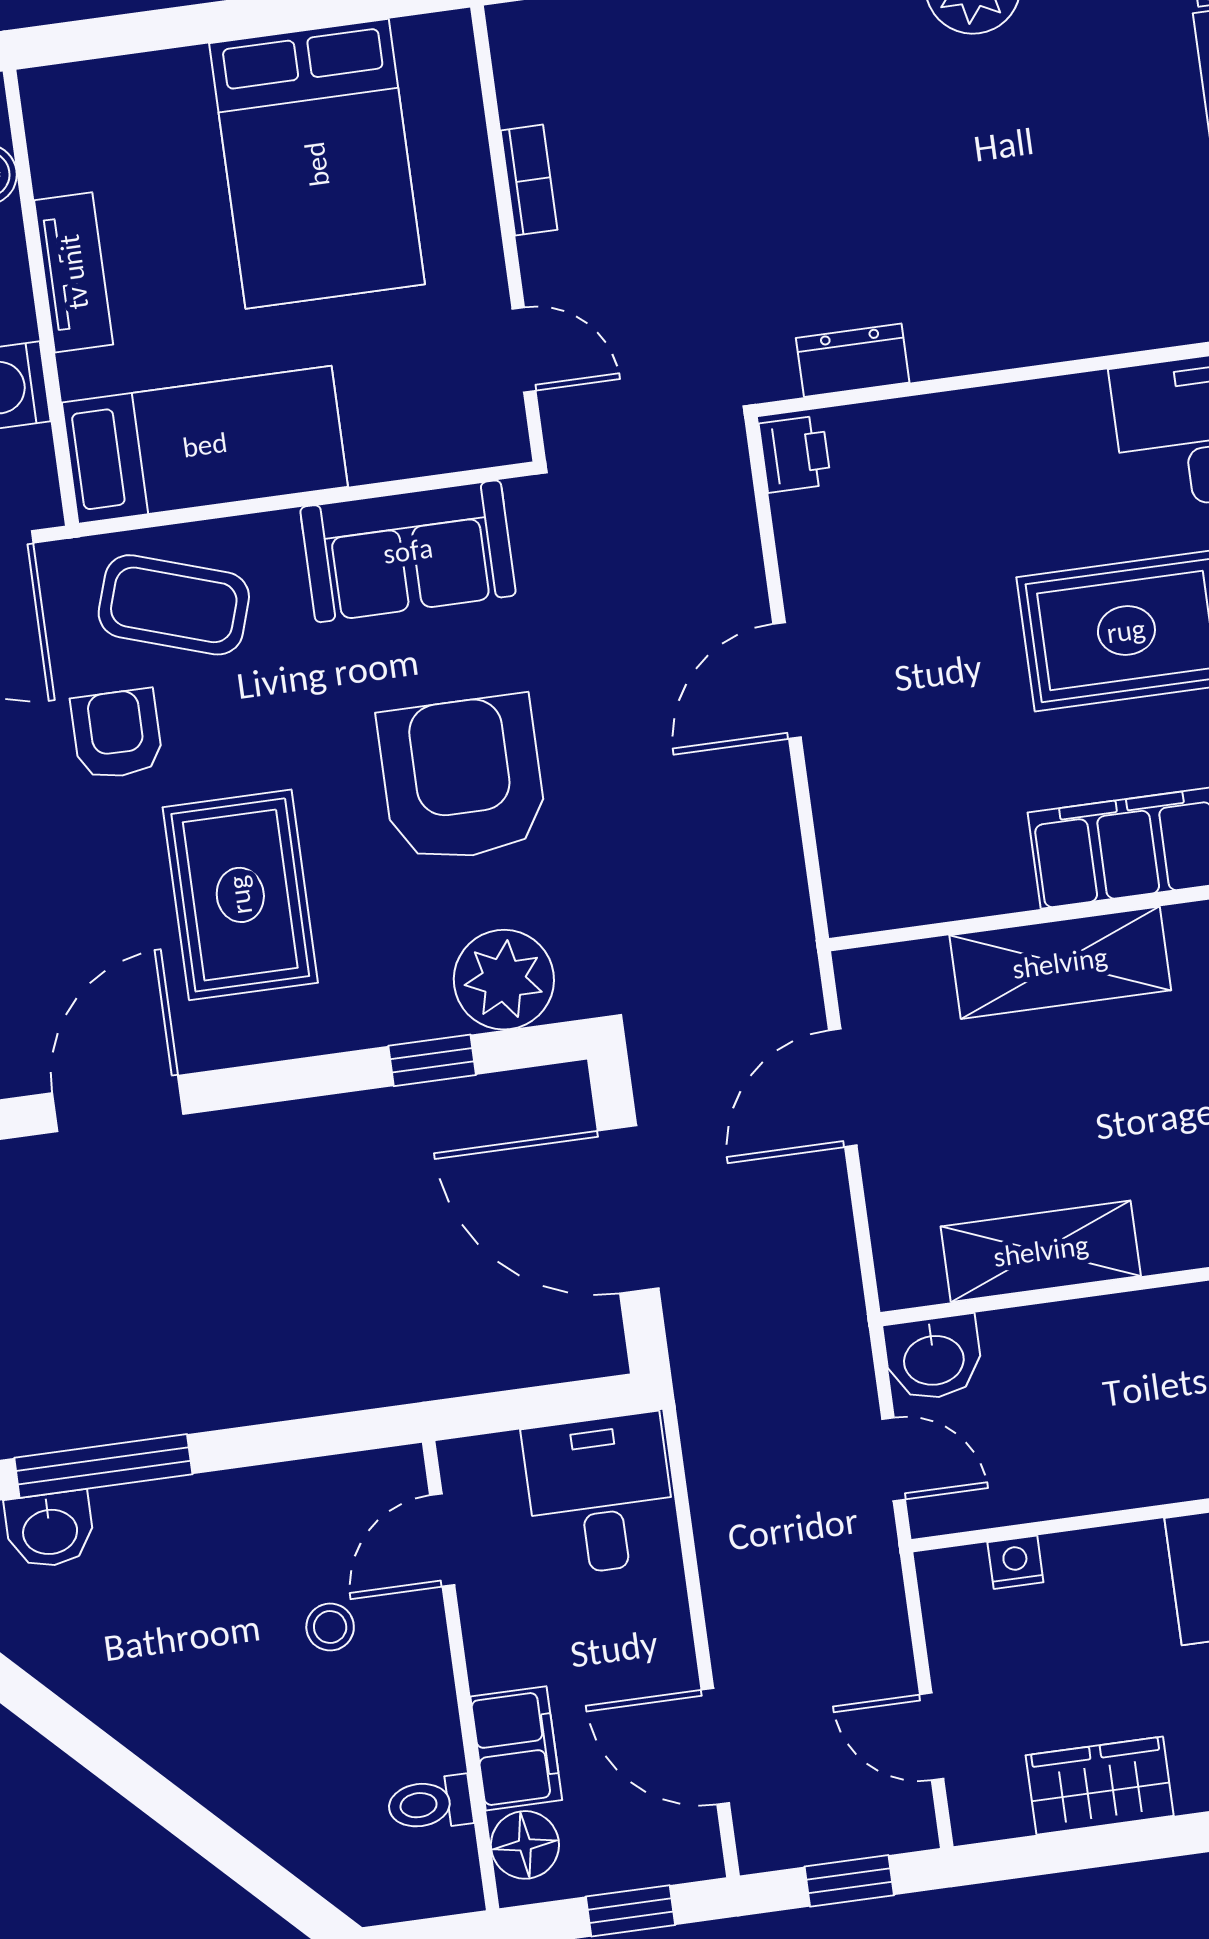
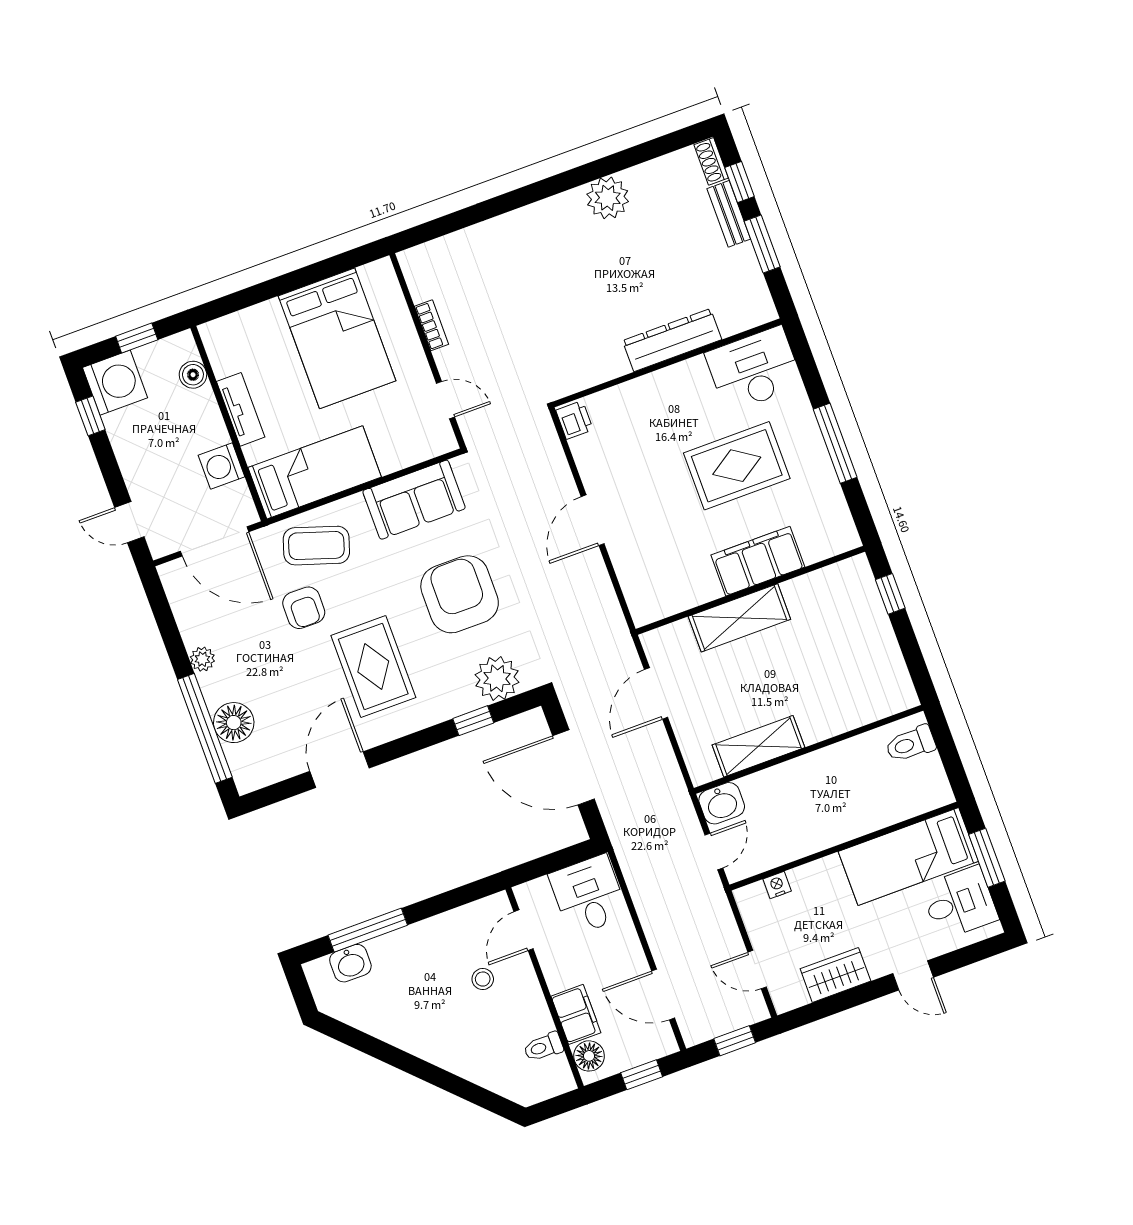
dresser: (853, 360) -> (672, 340), moved, width x1.96, depth x1.24
armchair: (117, 734) -> (304, 608), turned 180
door: (894, 1459) -> (714, 851), hinge flipped

